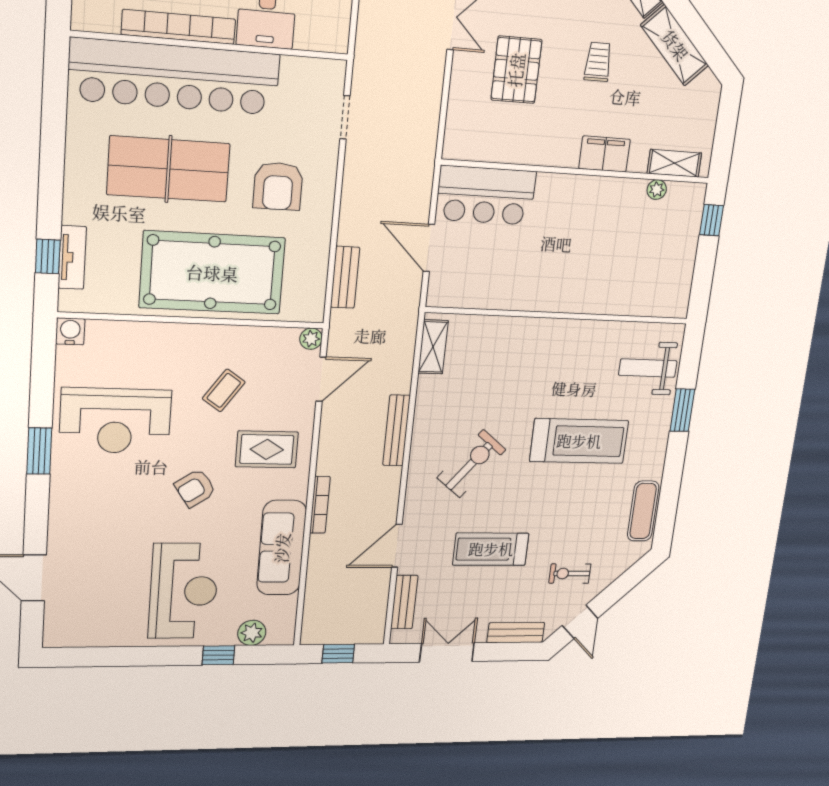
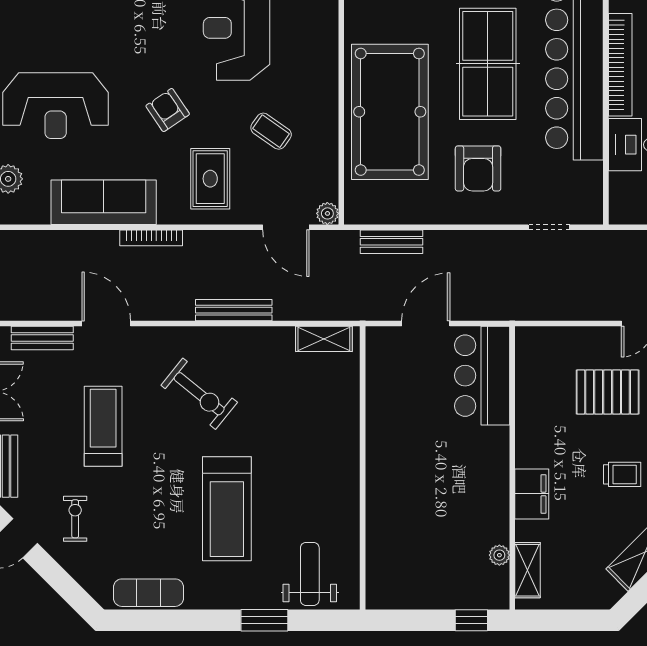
armchair: (278, 186) -> (478, 168), turned -90

